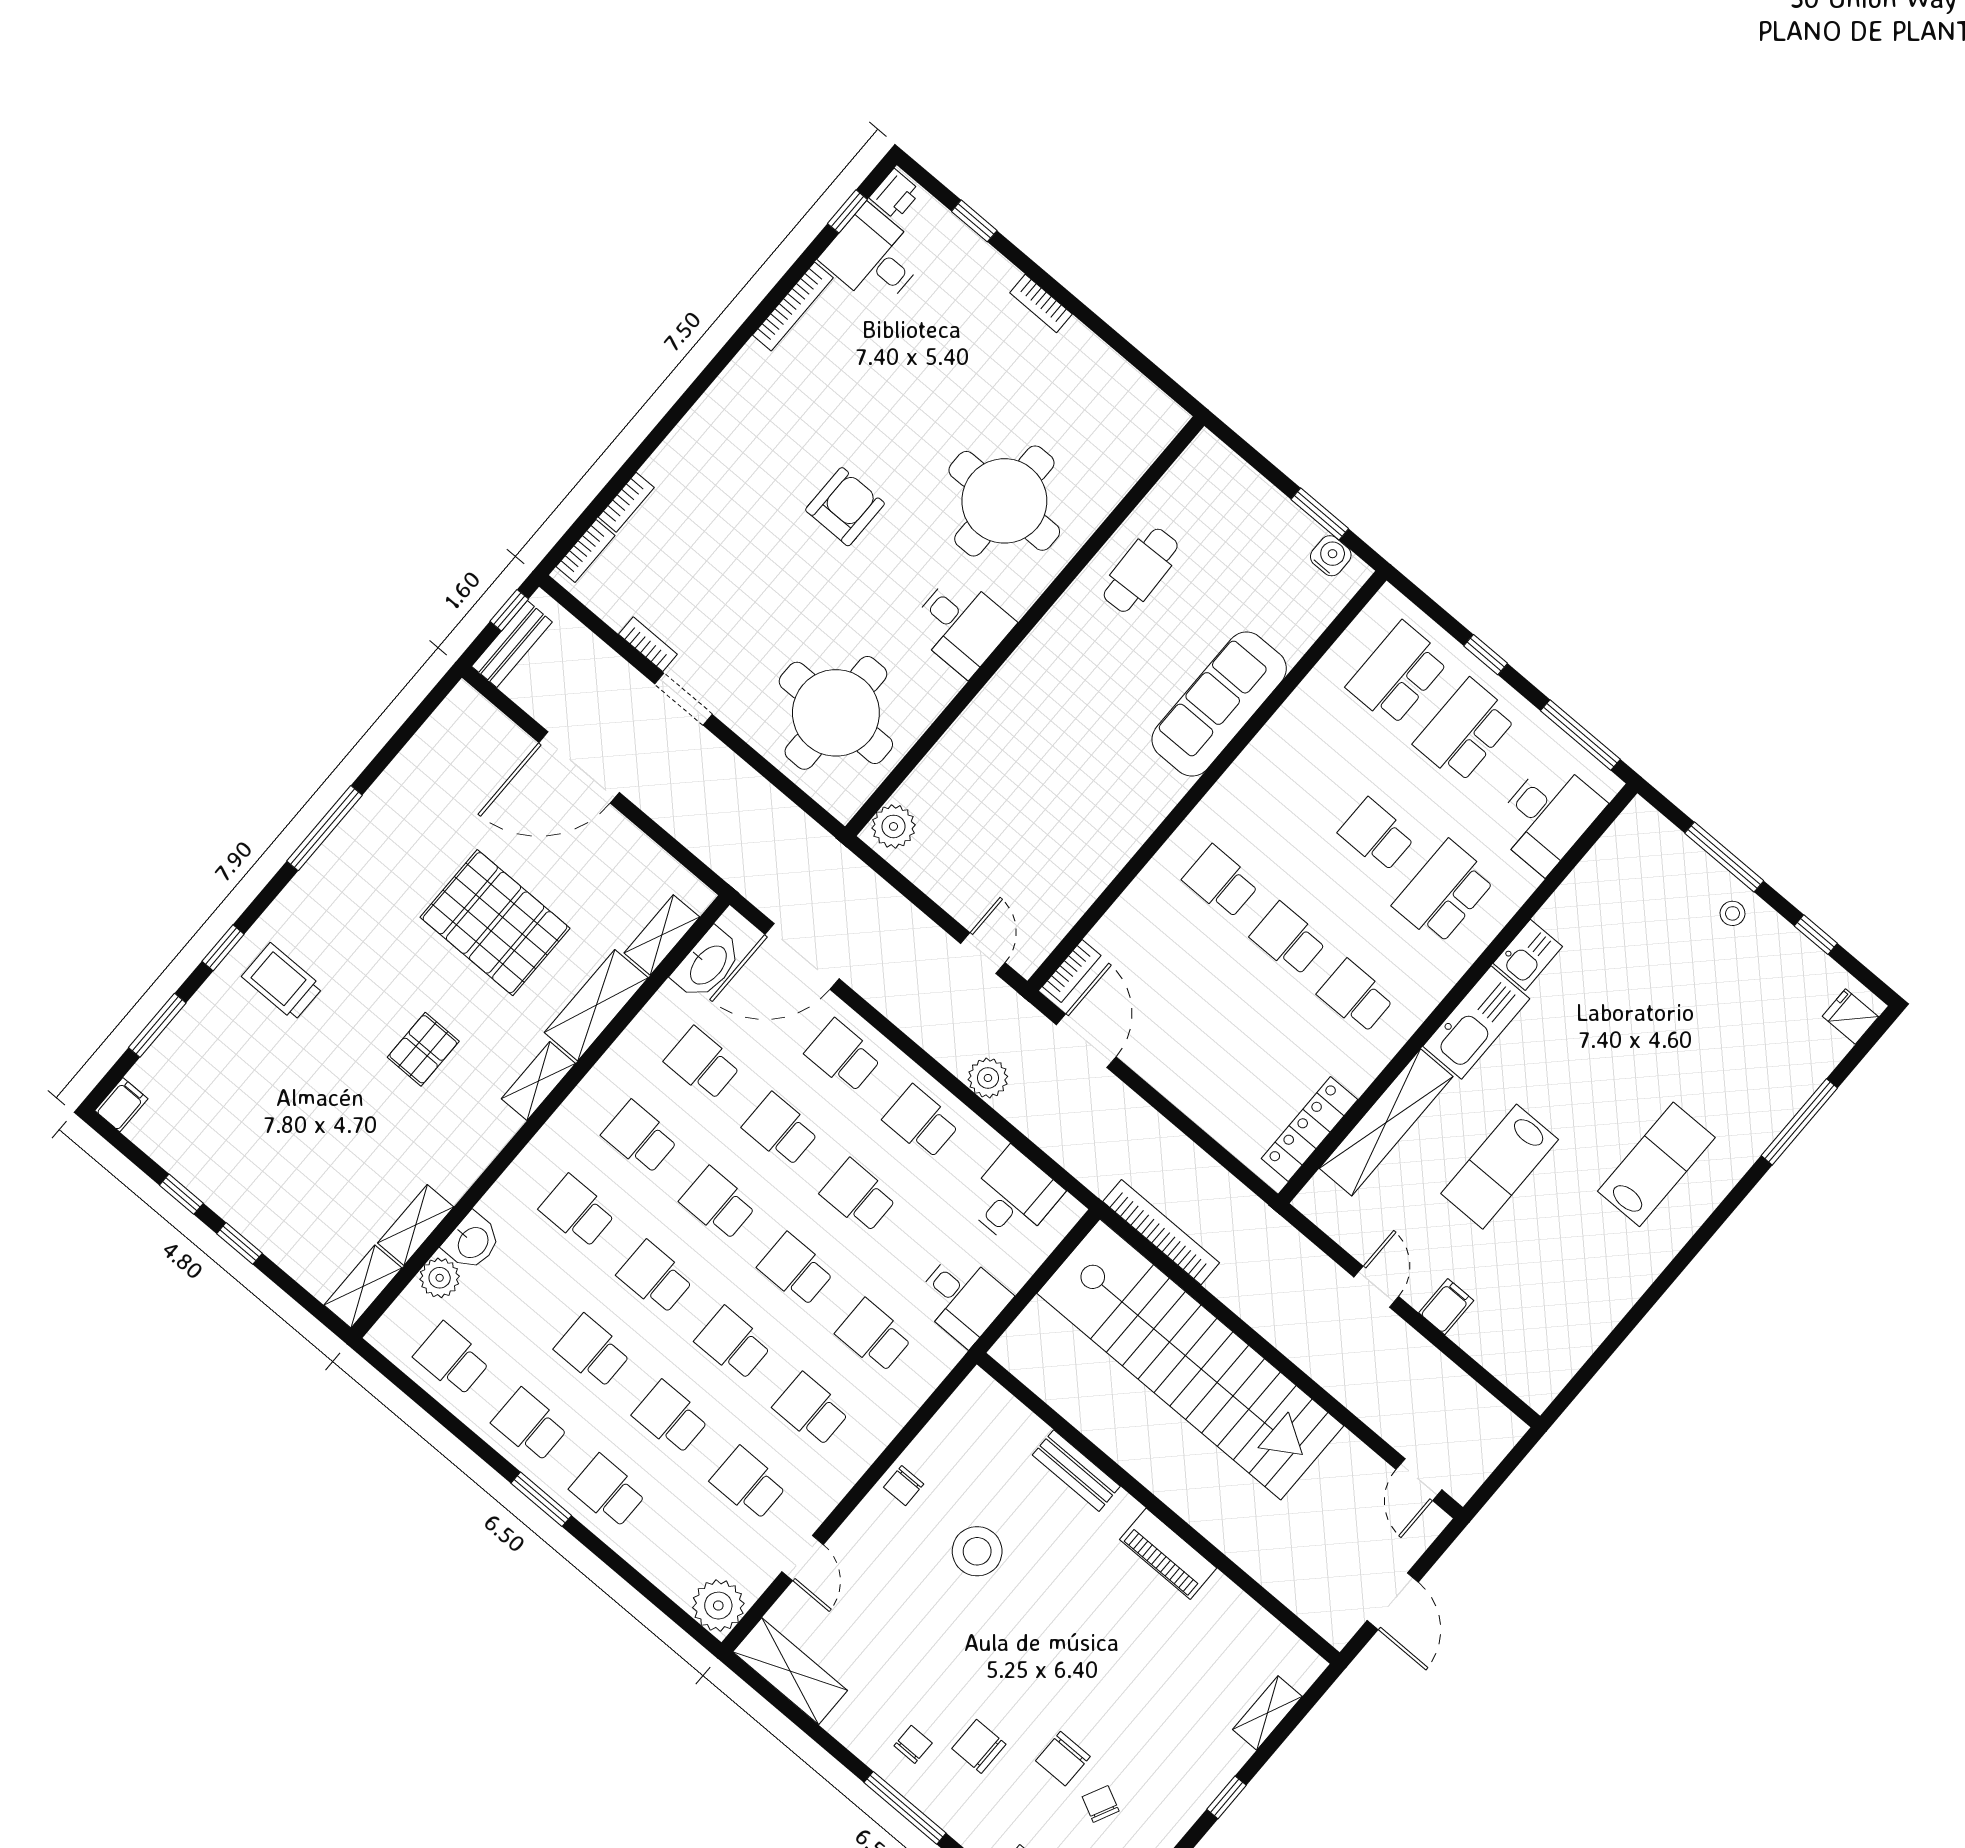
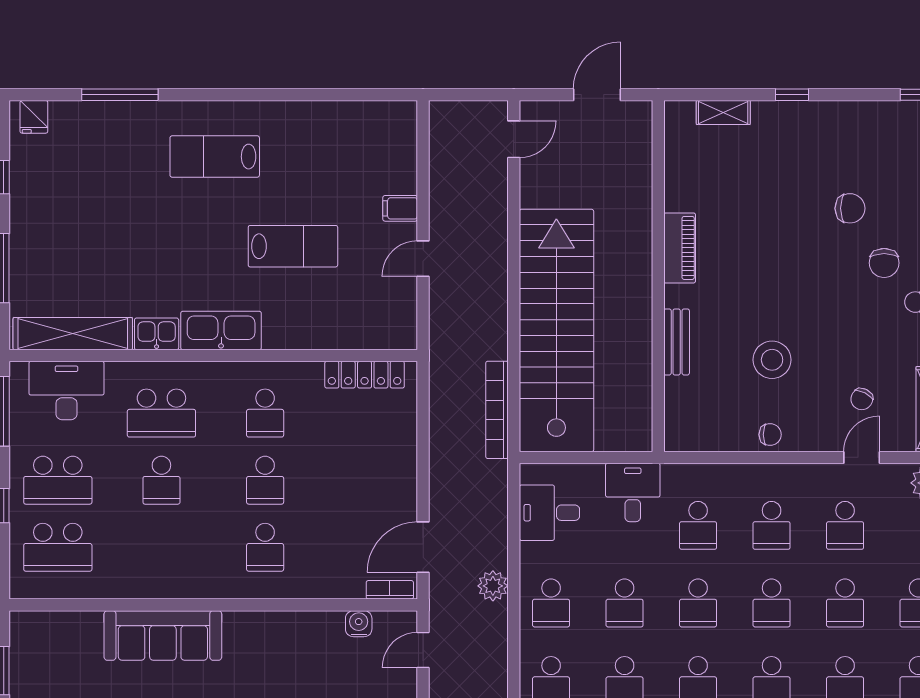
water cooler: (1331, 556) -> (359, 624), moved, turned 90
stool: (1733, 913) -> (32, 236), removed
shelving: (1386, 1122) -> (73, 334), moved
chair: (1101, 1804) -> (862, 399), moved

